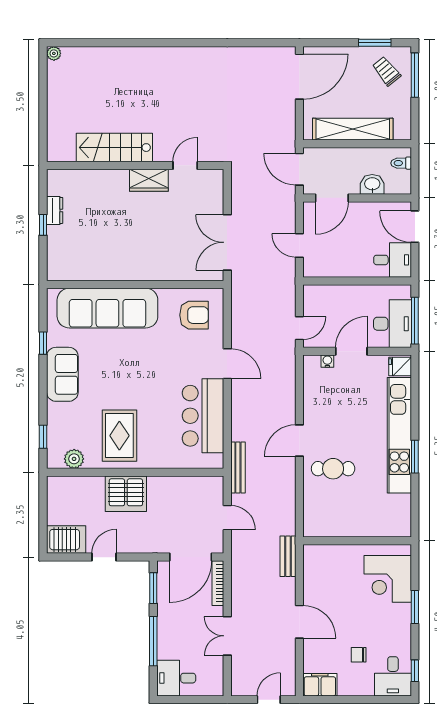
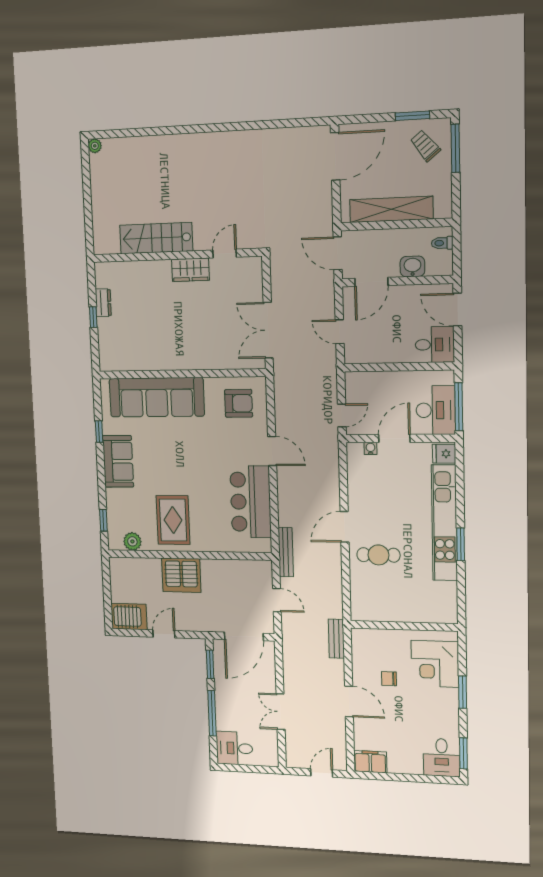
bookcase: (218, 583) -> (270, 662), removed
chair: (359, 655) -> (389, 679), moved
window: (415, 671) -> (463, 753), width x1.50

